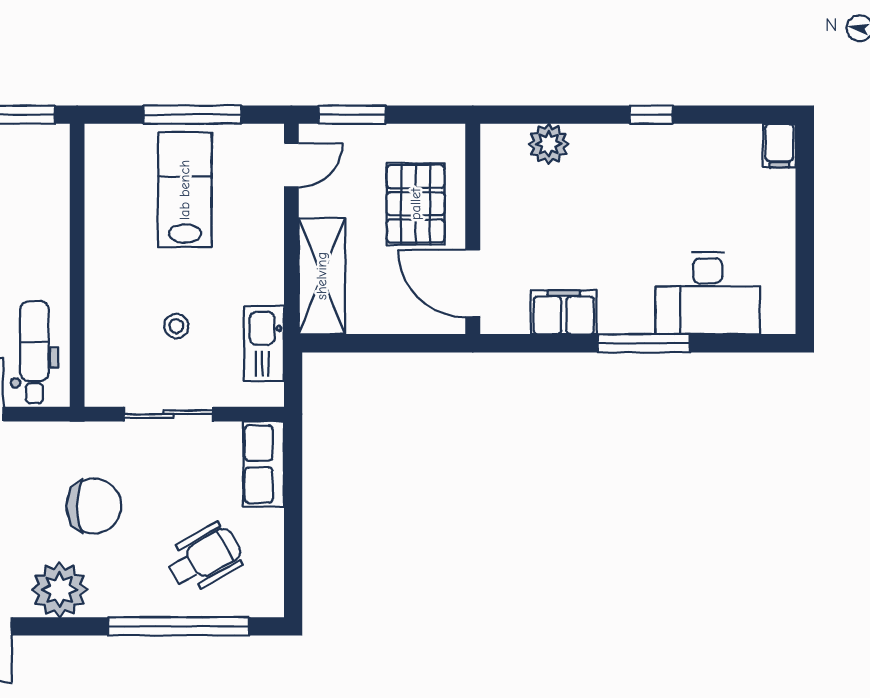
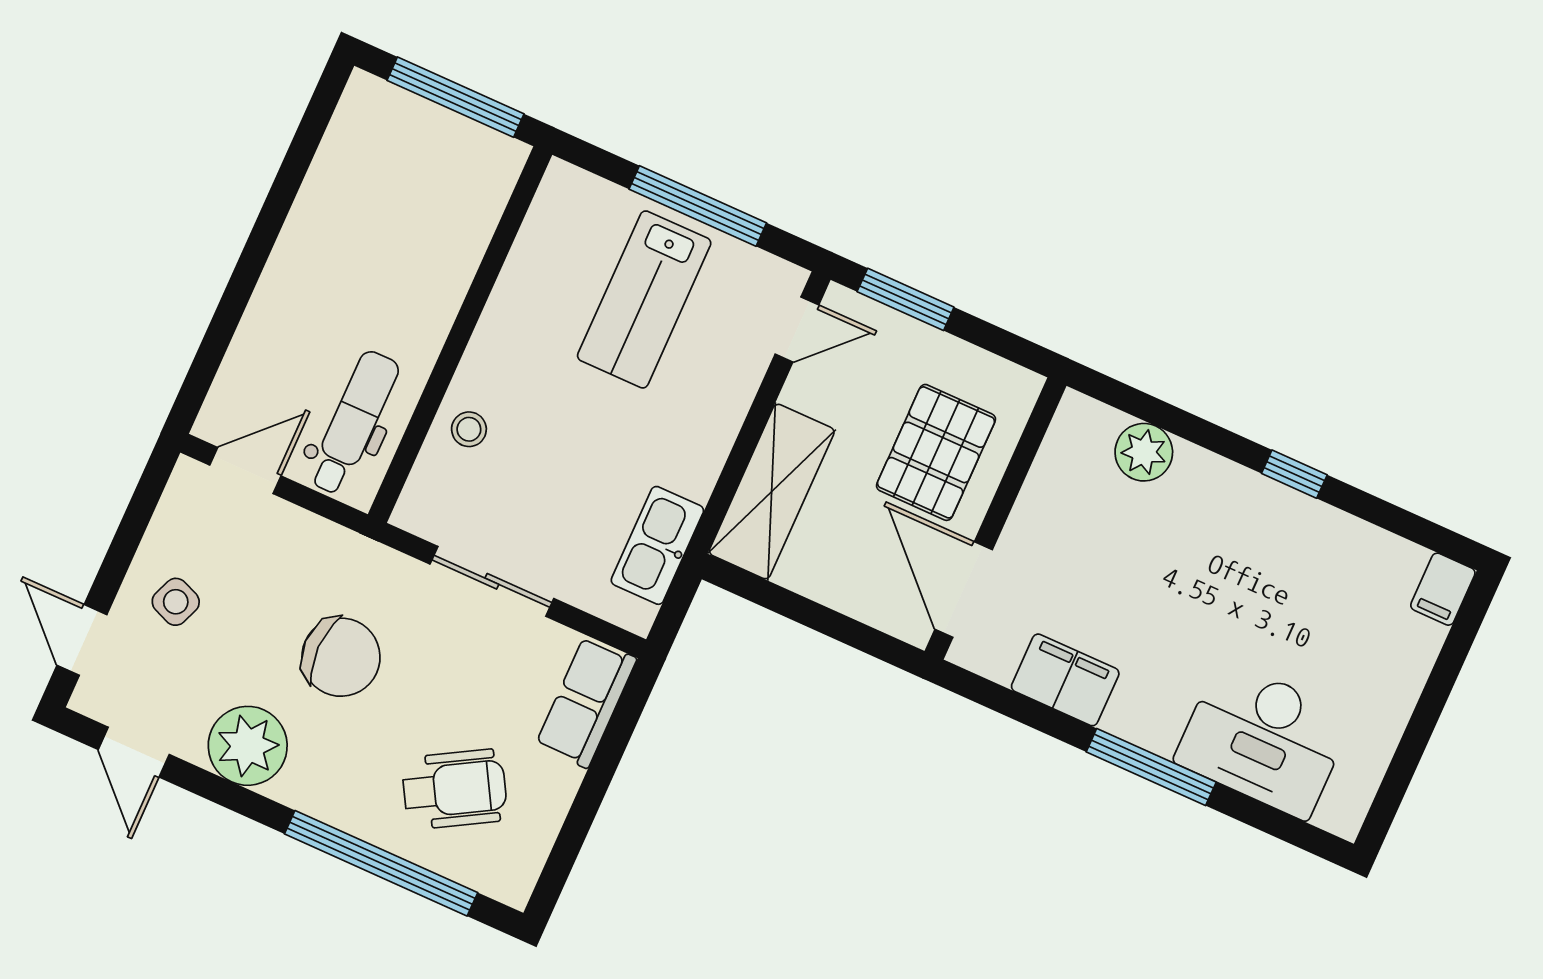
lab bench: (185, 190) -> (644, 299), turned 180
stool: (176, 326) -> (469, 429), moved

